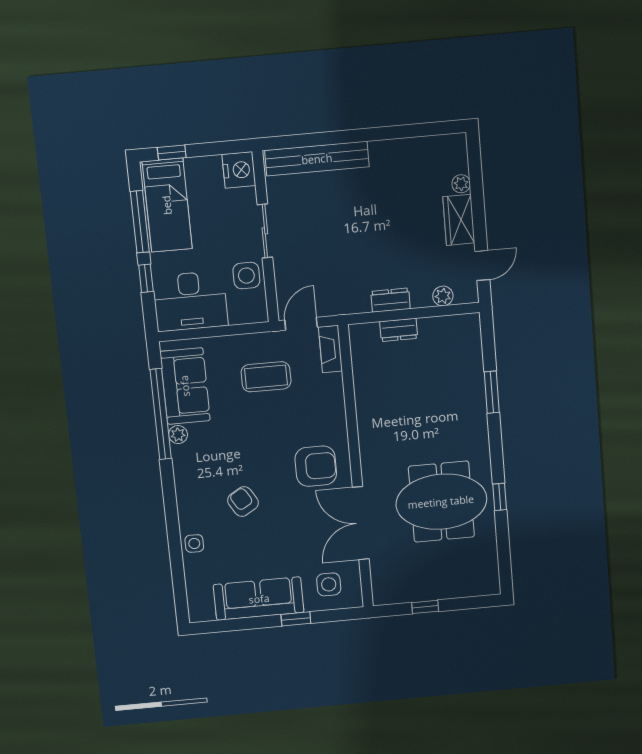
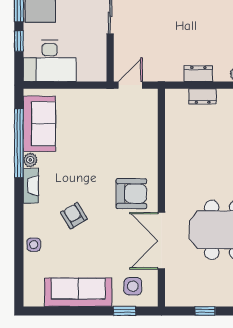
side table: (246, 276) -> (93, 46), removed
fireplace: (330, 349) -> (31, 186), moved, turned 180
coffee table: (266, 377) -> (100, 122), removed
window: (296, 619) -> (125, 311), moved

